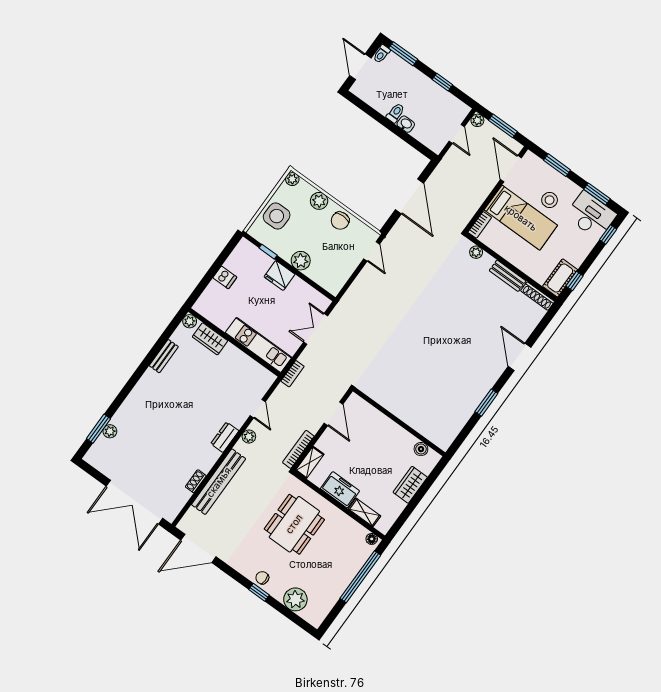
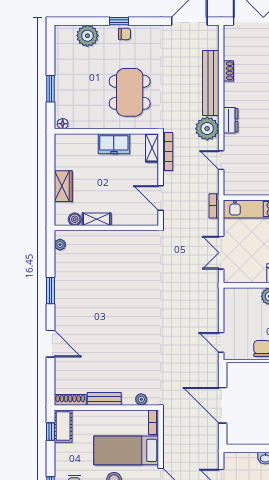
double door: (316, 329) -> (221, 253), swing flipped
plant: (249, 436) -> (207, 129), width x1.88, depth x1.88
plant: (449, 436) -> (60, 245), added
shelving: (364, 512) -> (97, 219), moved
window: (360, 577) -> (50, 89), width x0.47

